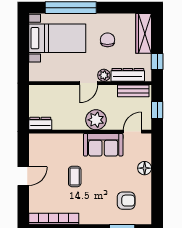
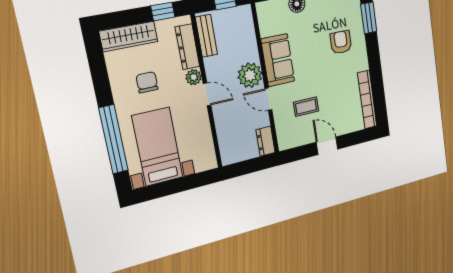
chair: (108, 40) -> (147, 82), turned 90
door: (132, 132) -> (268, 99), moved
coffee table: (75, 176) -> (306, 107), moved
armchair: (126, 201) -> (341, 42), moved

